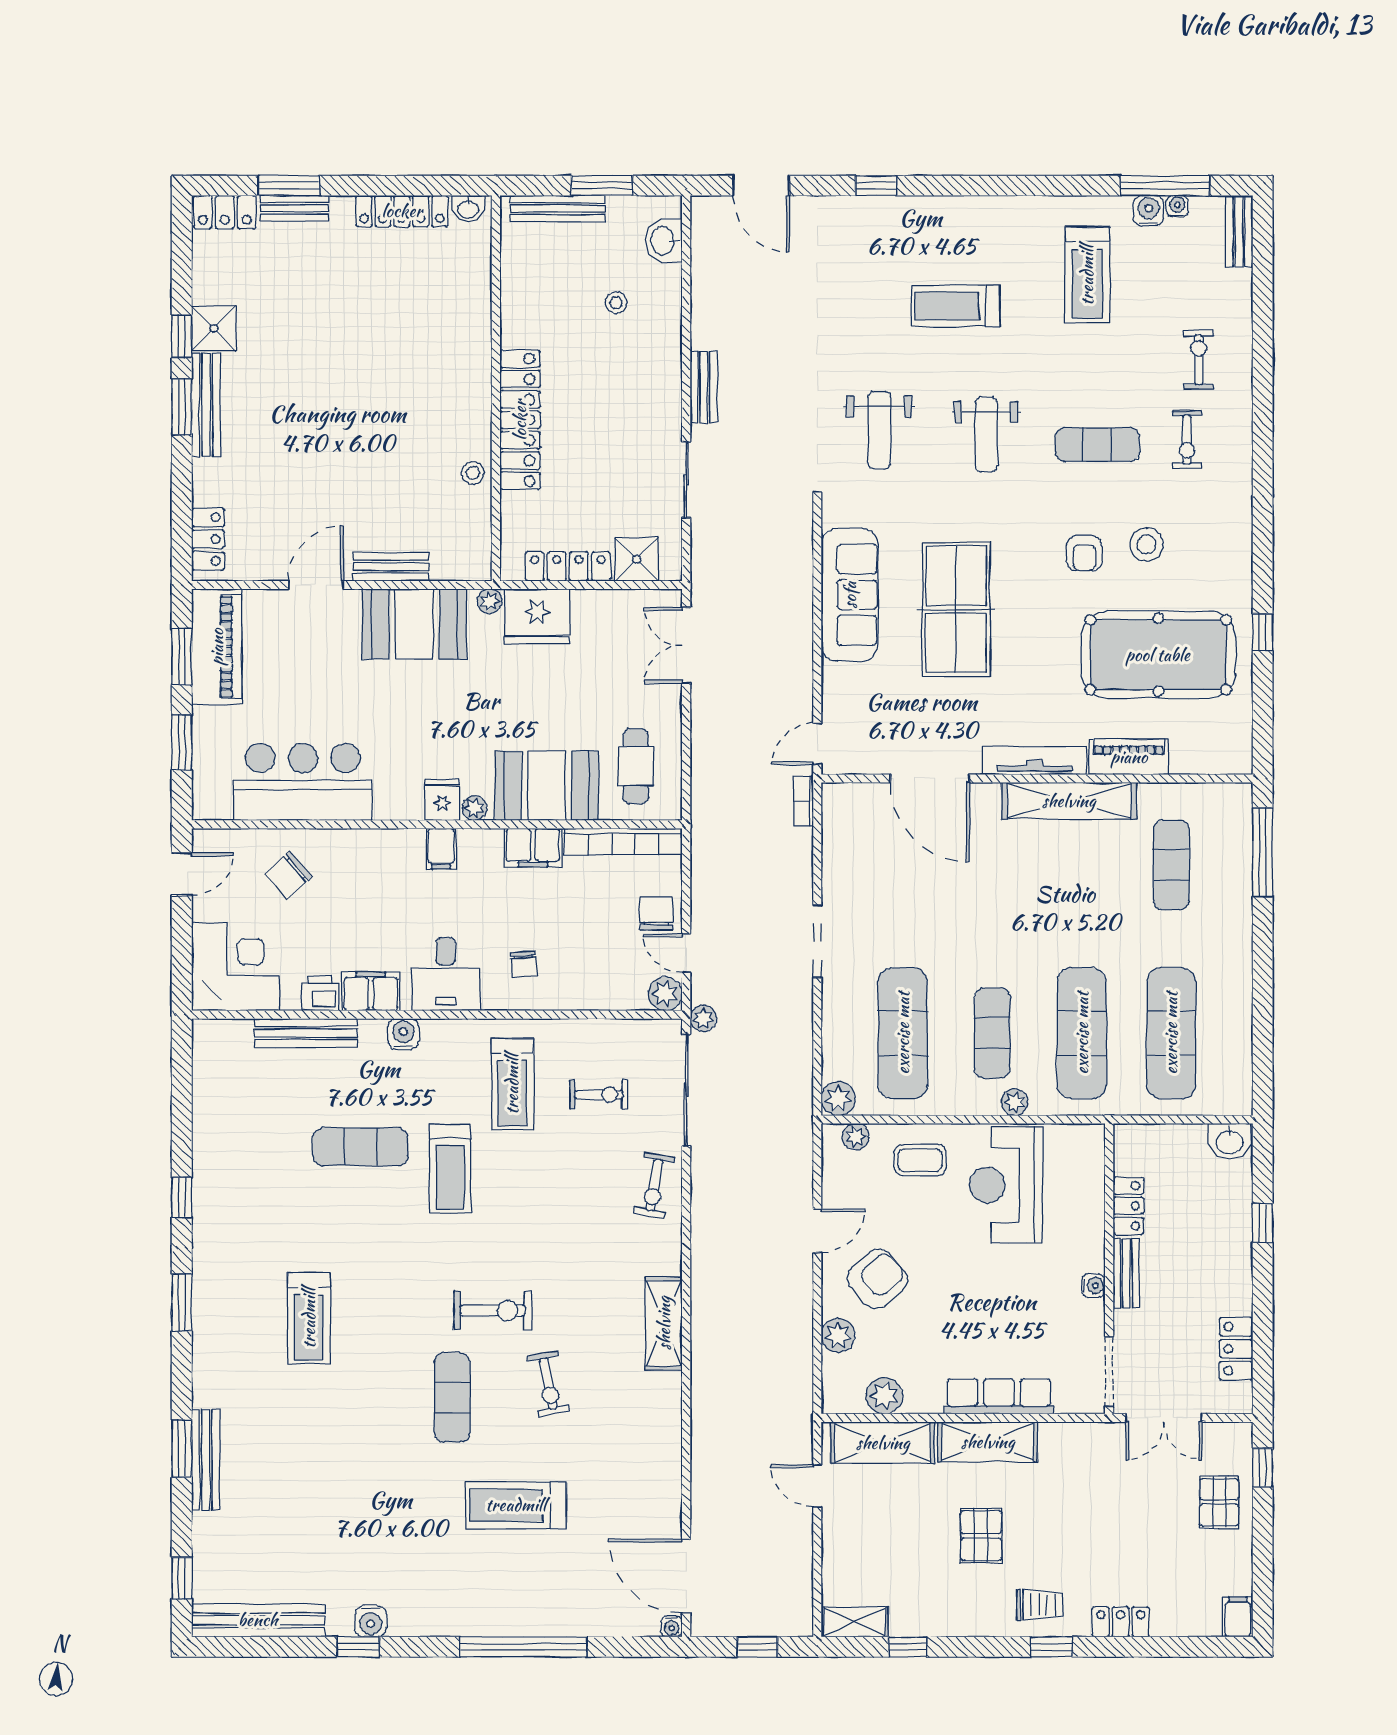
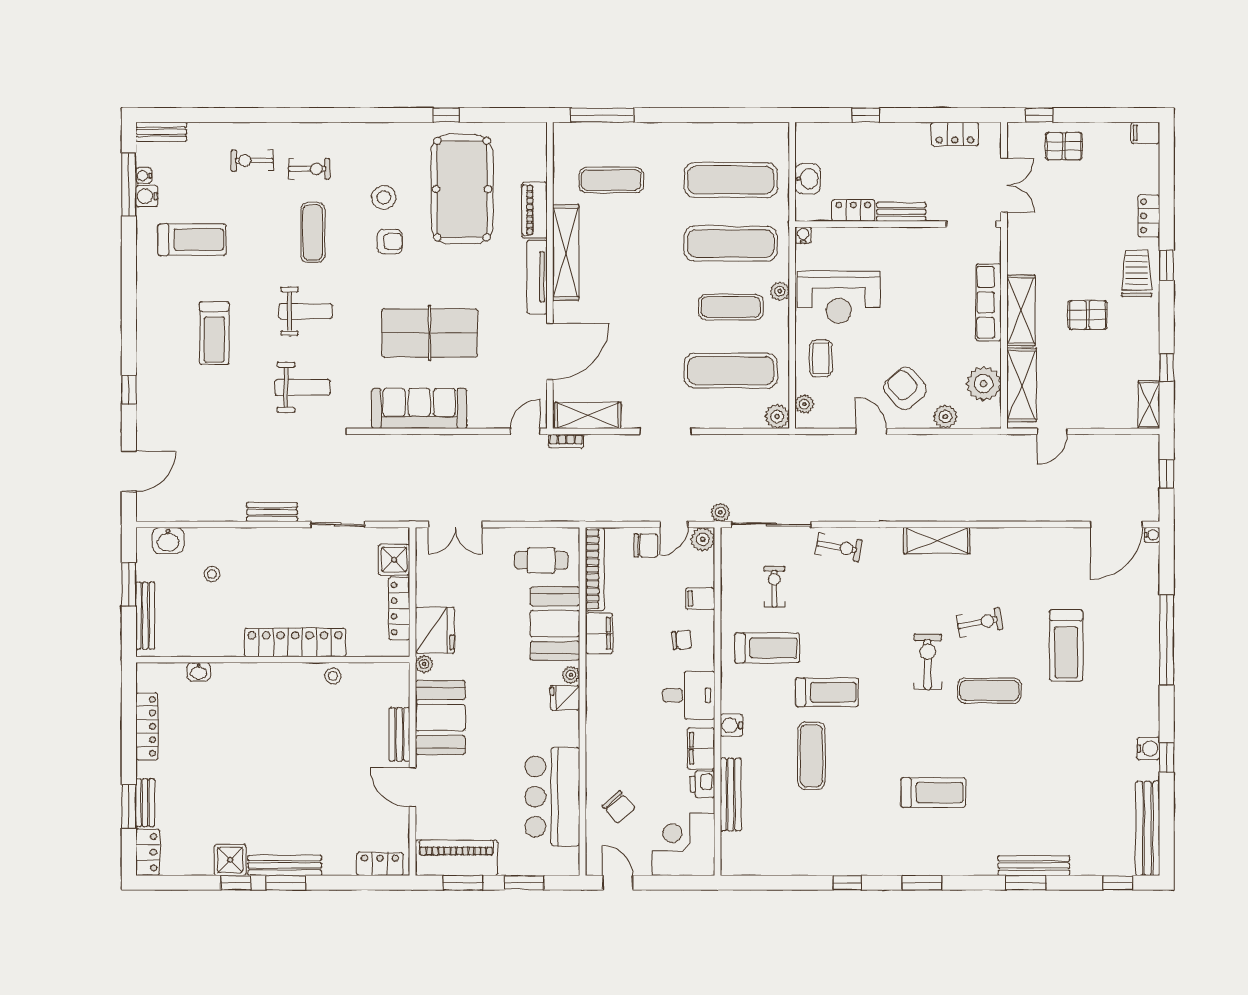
washbasin: (468, 209) -> (199, 672), moved, turned 90
door: (817, 744) -> (525, 431), swing flipped
shelving: (840, 832) -> (588, 415), added
filing cabinet: (441, 849) -> (700, 599), moved, turned 180
chair: (657, 914) -> (646, 545), turned 180
washbasin: (1230, 1141) -> (808, 179), moved
water cooler: (1094, 1285) -> (803, 235), moved
plant: (884, 1396) -> (984, 384), width x1.36, depth x1.36
trolley: (1040, 1605) -> (1137, 273), width x1.36, depth x1.39

